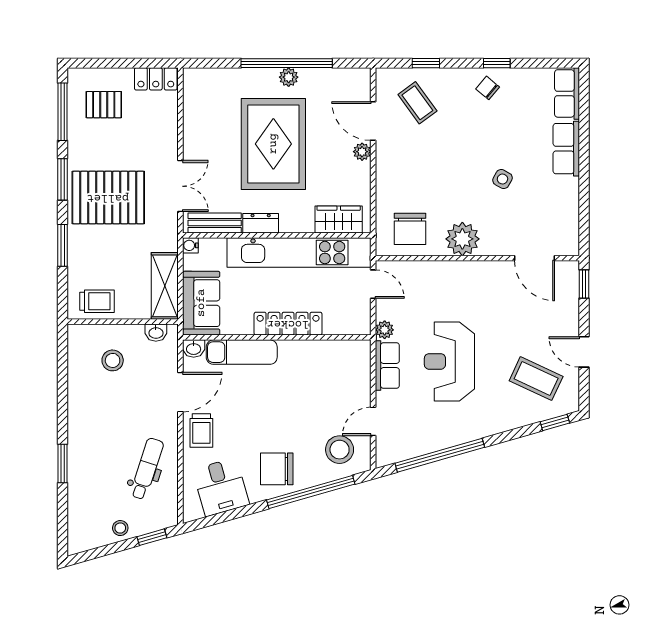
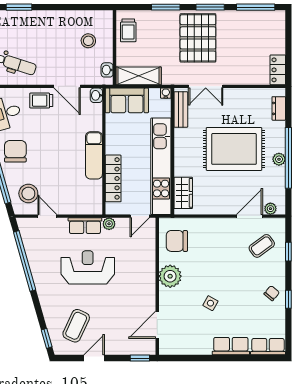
pallet: (104, 105) -> (260, 35), removed
plant: (362, 152) -> (270, 209), moved
dresser: (261, 223) -> (279, 108), moved, turned 180
locker: (288, 324) -> (113, 178), moved
exam couch: (242, 352) -> (94, 155), moved

